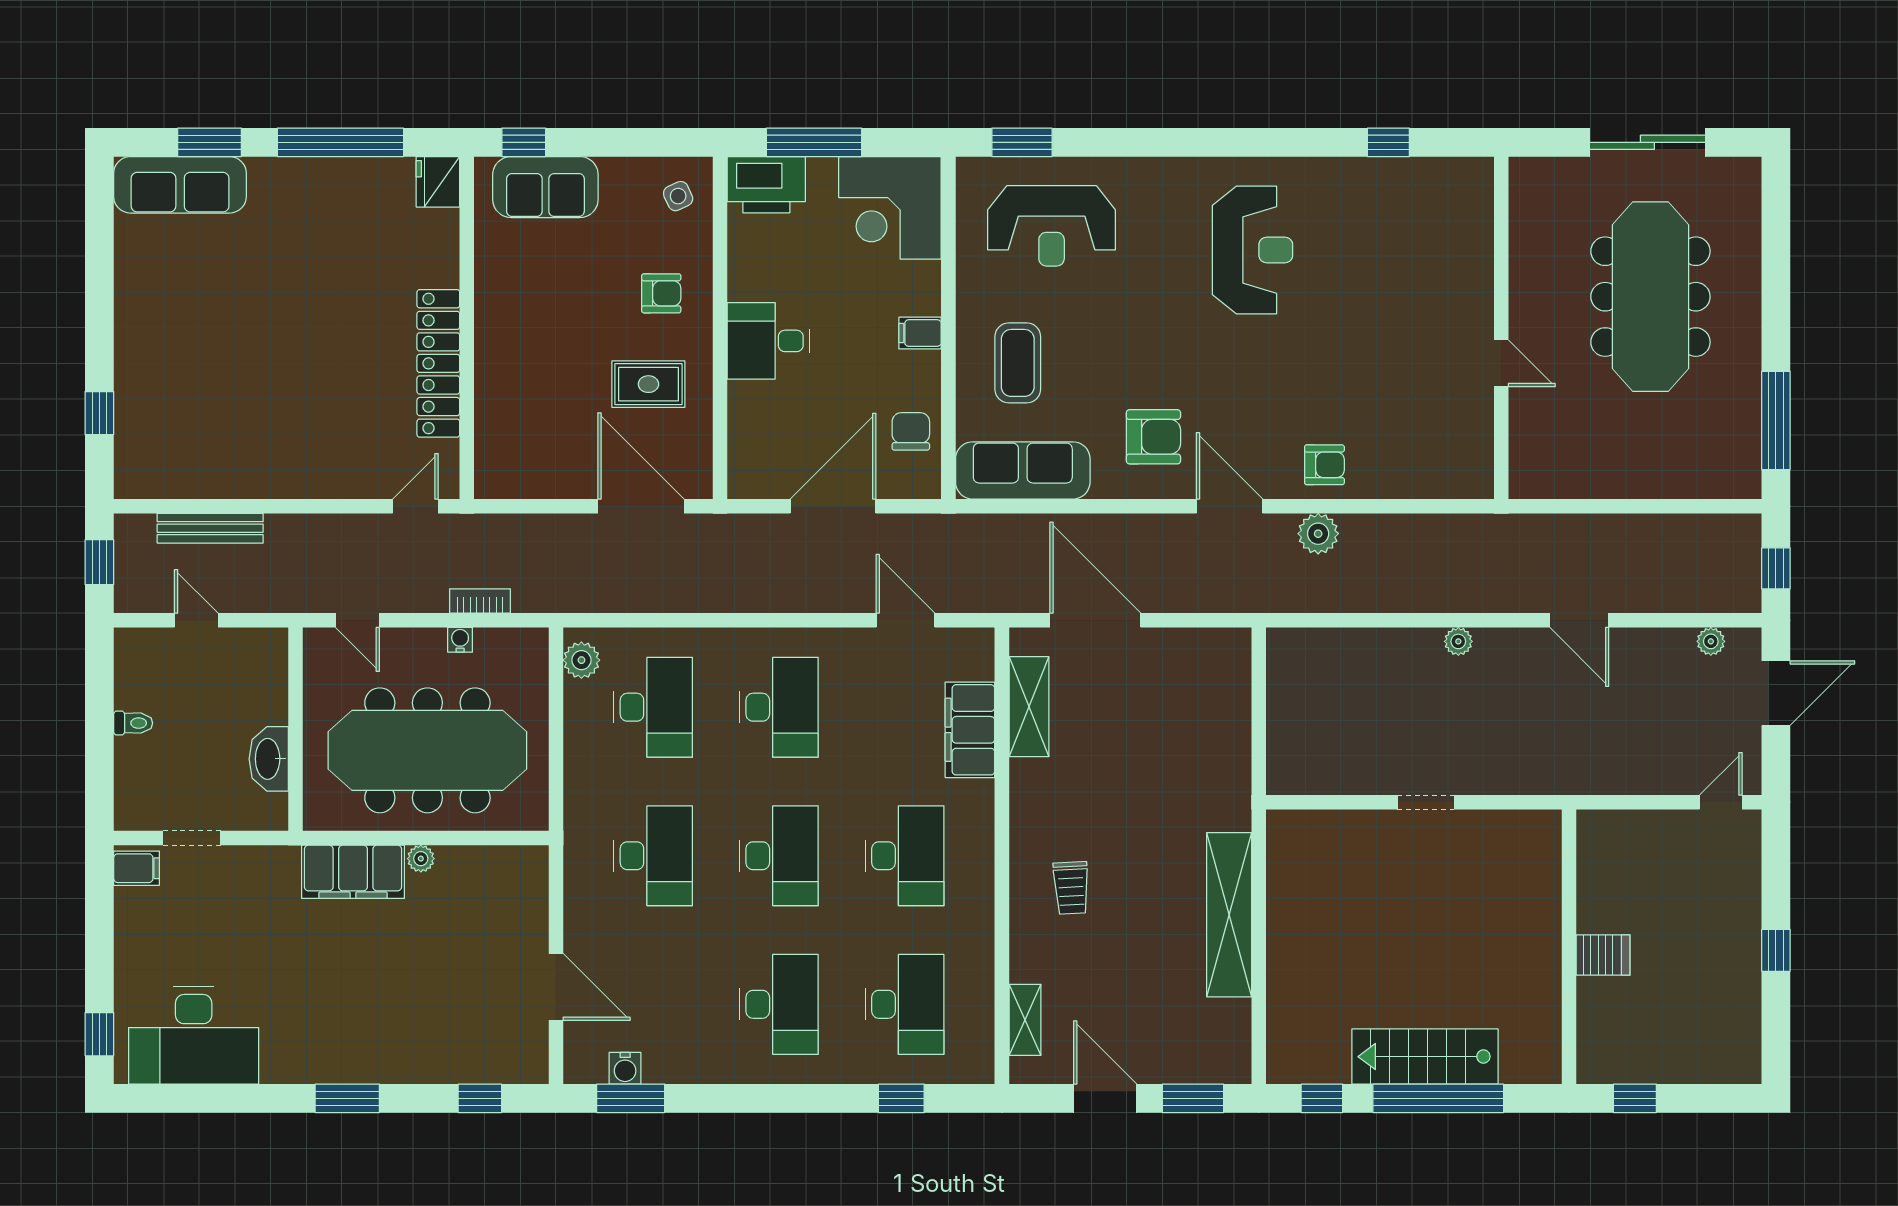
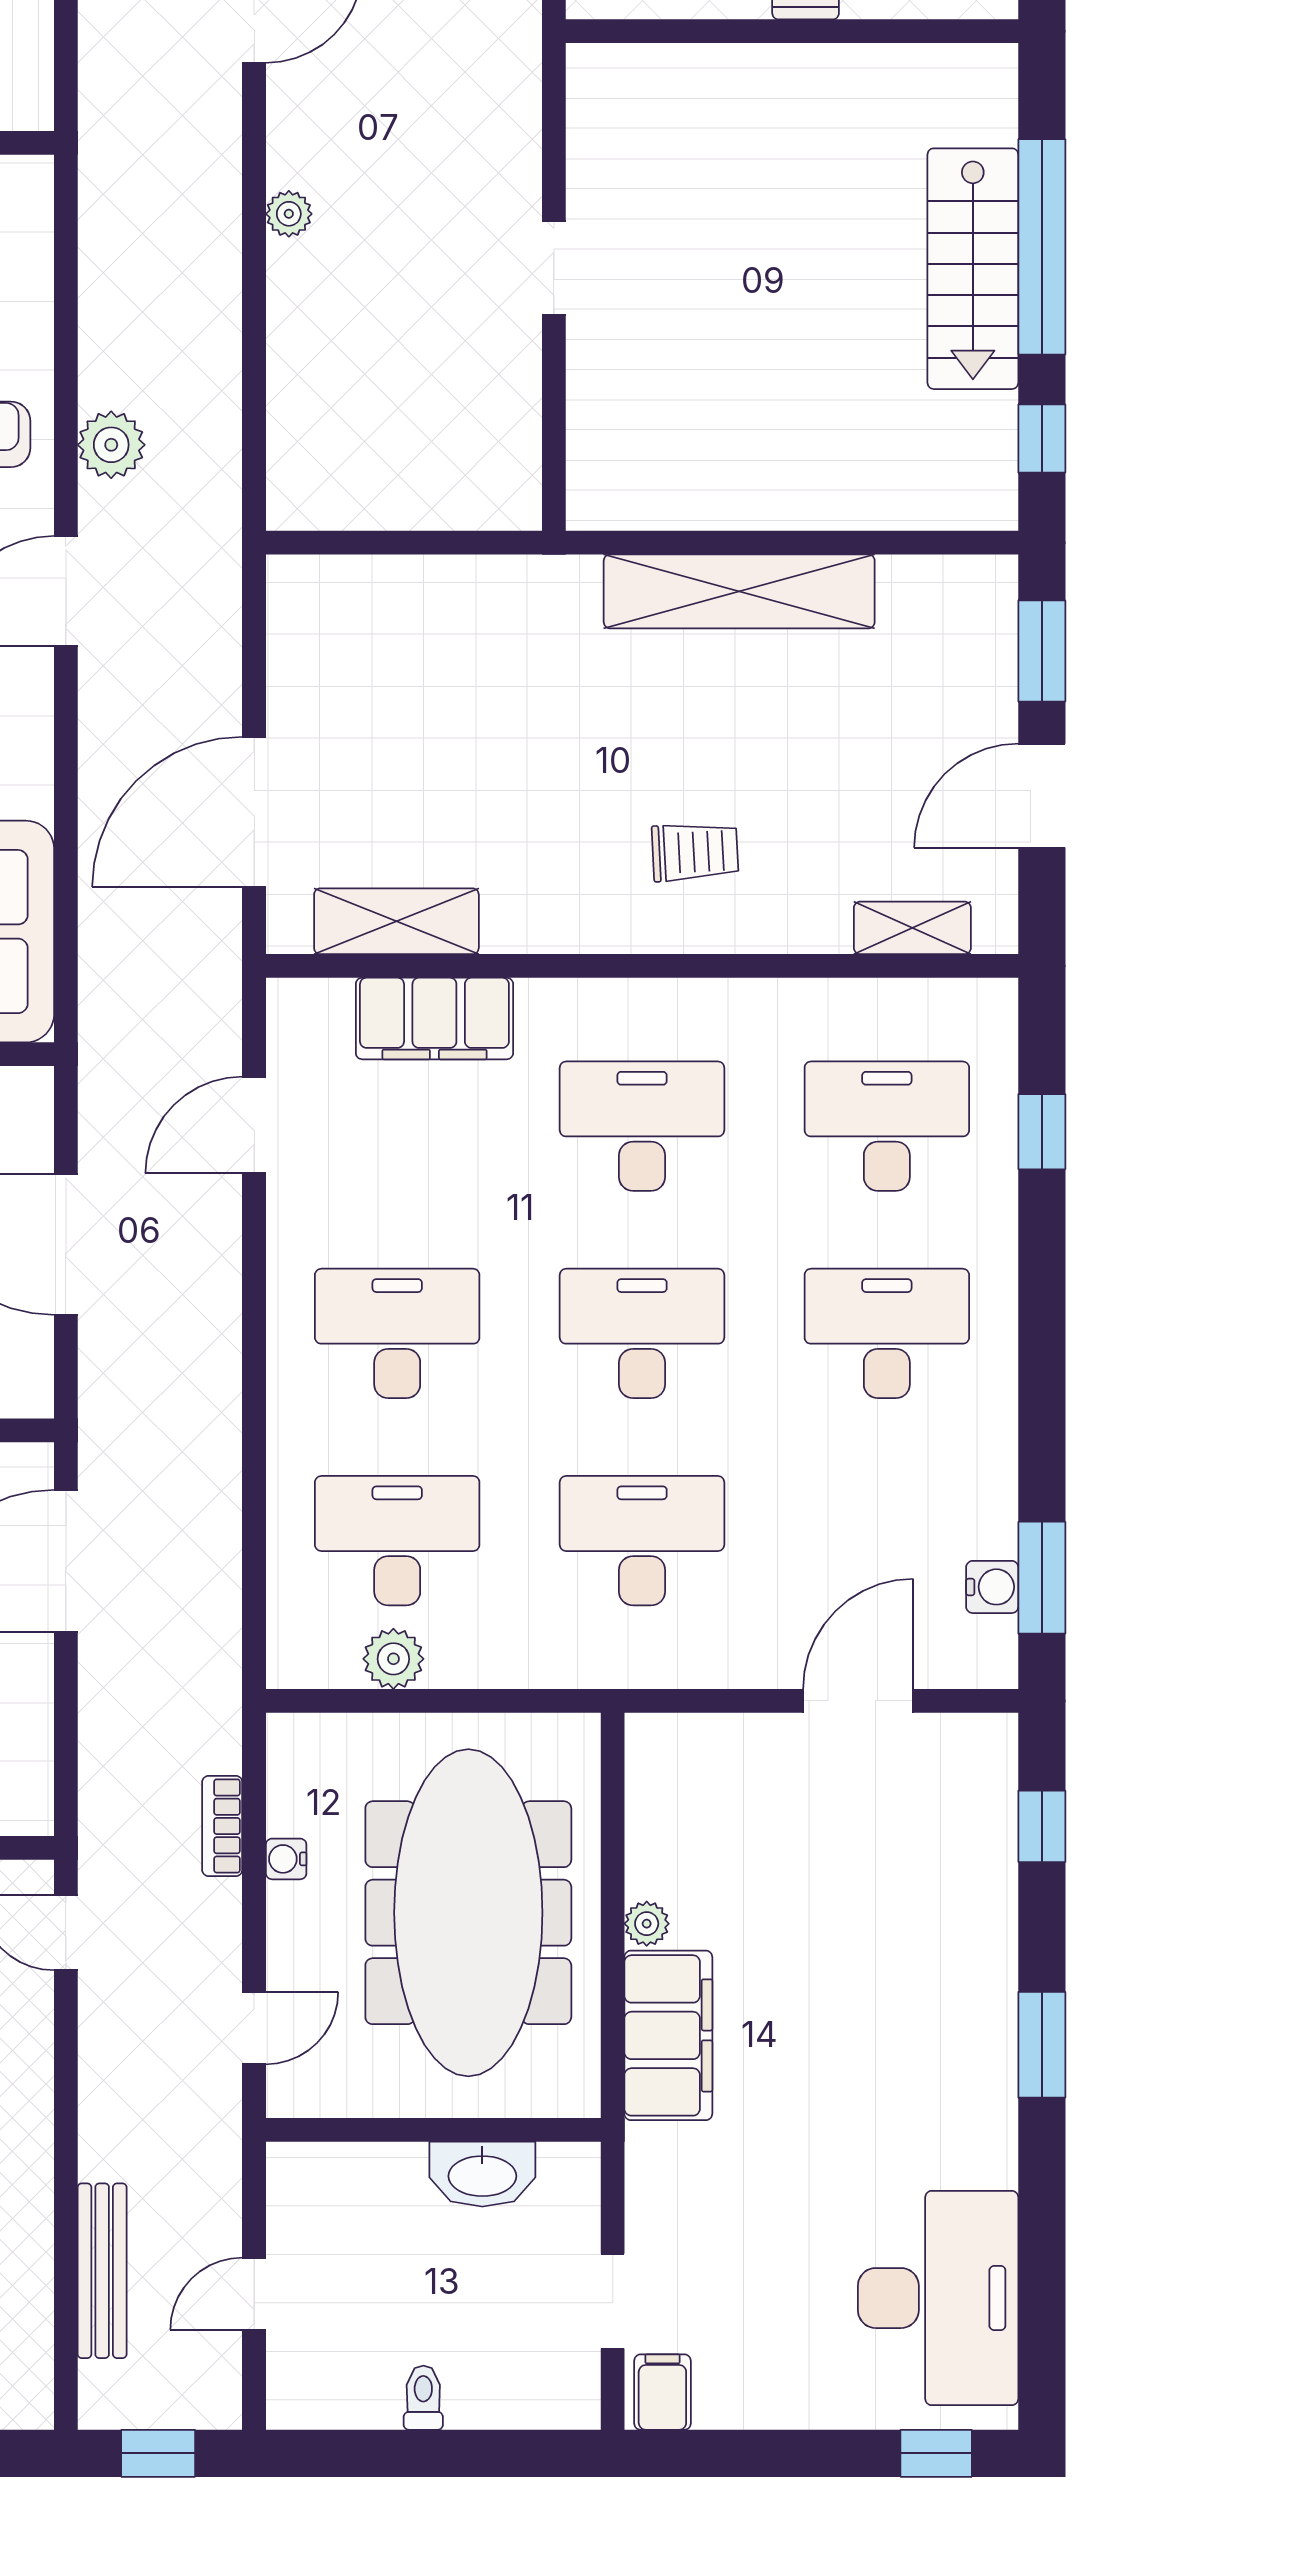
plant: (581, 660) -> (393, 1659), moved

